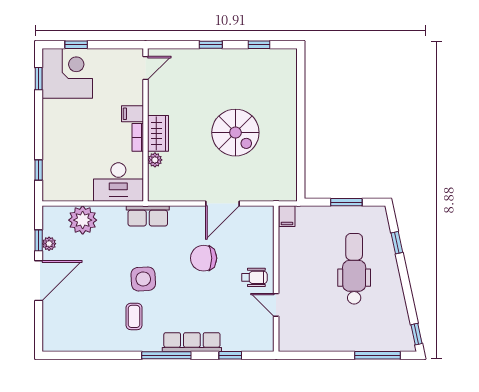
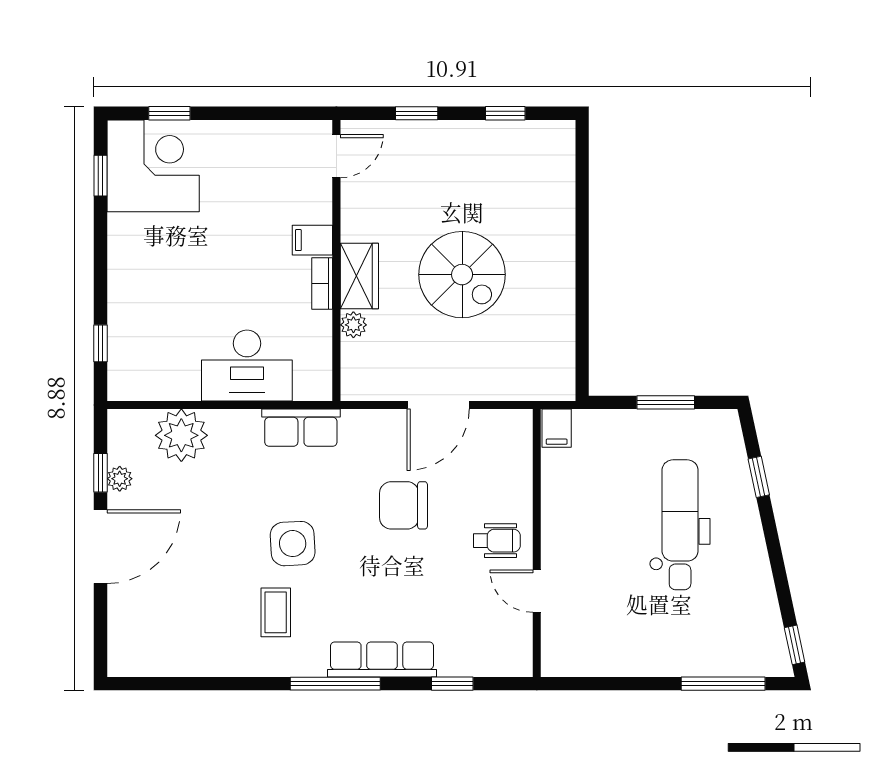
door: (146, 68) -> (336, 156), moved
filing cabinet: (133, 114) -> (312, 240), moved
wall: (146, 125) -> (336, 260), moved
wardrobe: (158, 133) -> (359, 276), moved
bookcase: (138, 137) -> (322, 284), moved
plant: (155, 160) -> (353, 325), moved

